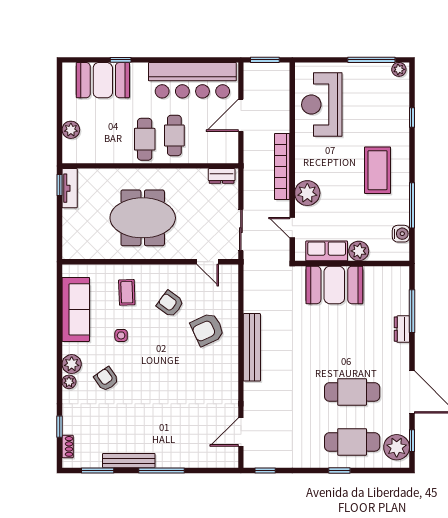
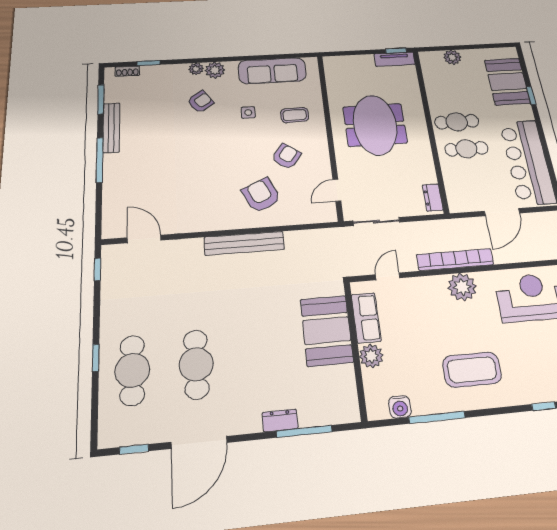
door: (241, 115) -> (502, 212), swing flipped
plant: (307, 193) -> (462, 287), moved
plant: (397, 447) -> (125, 429), removed

